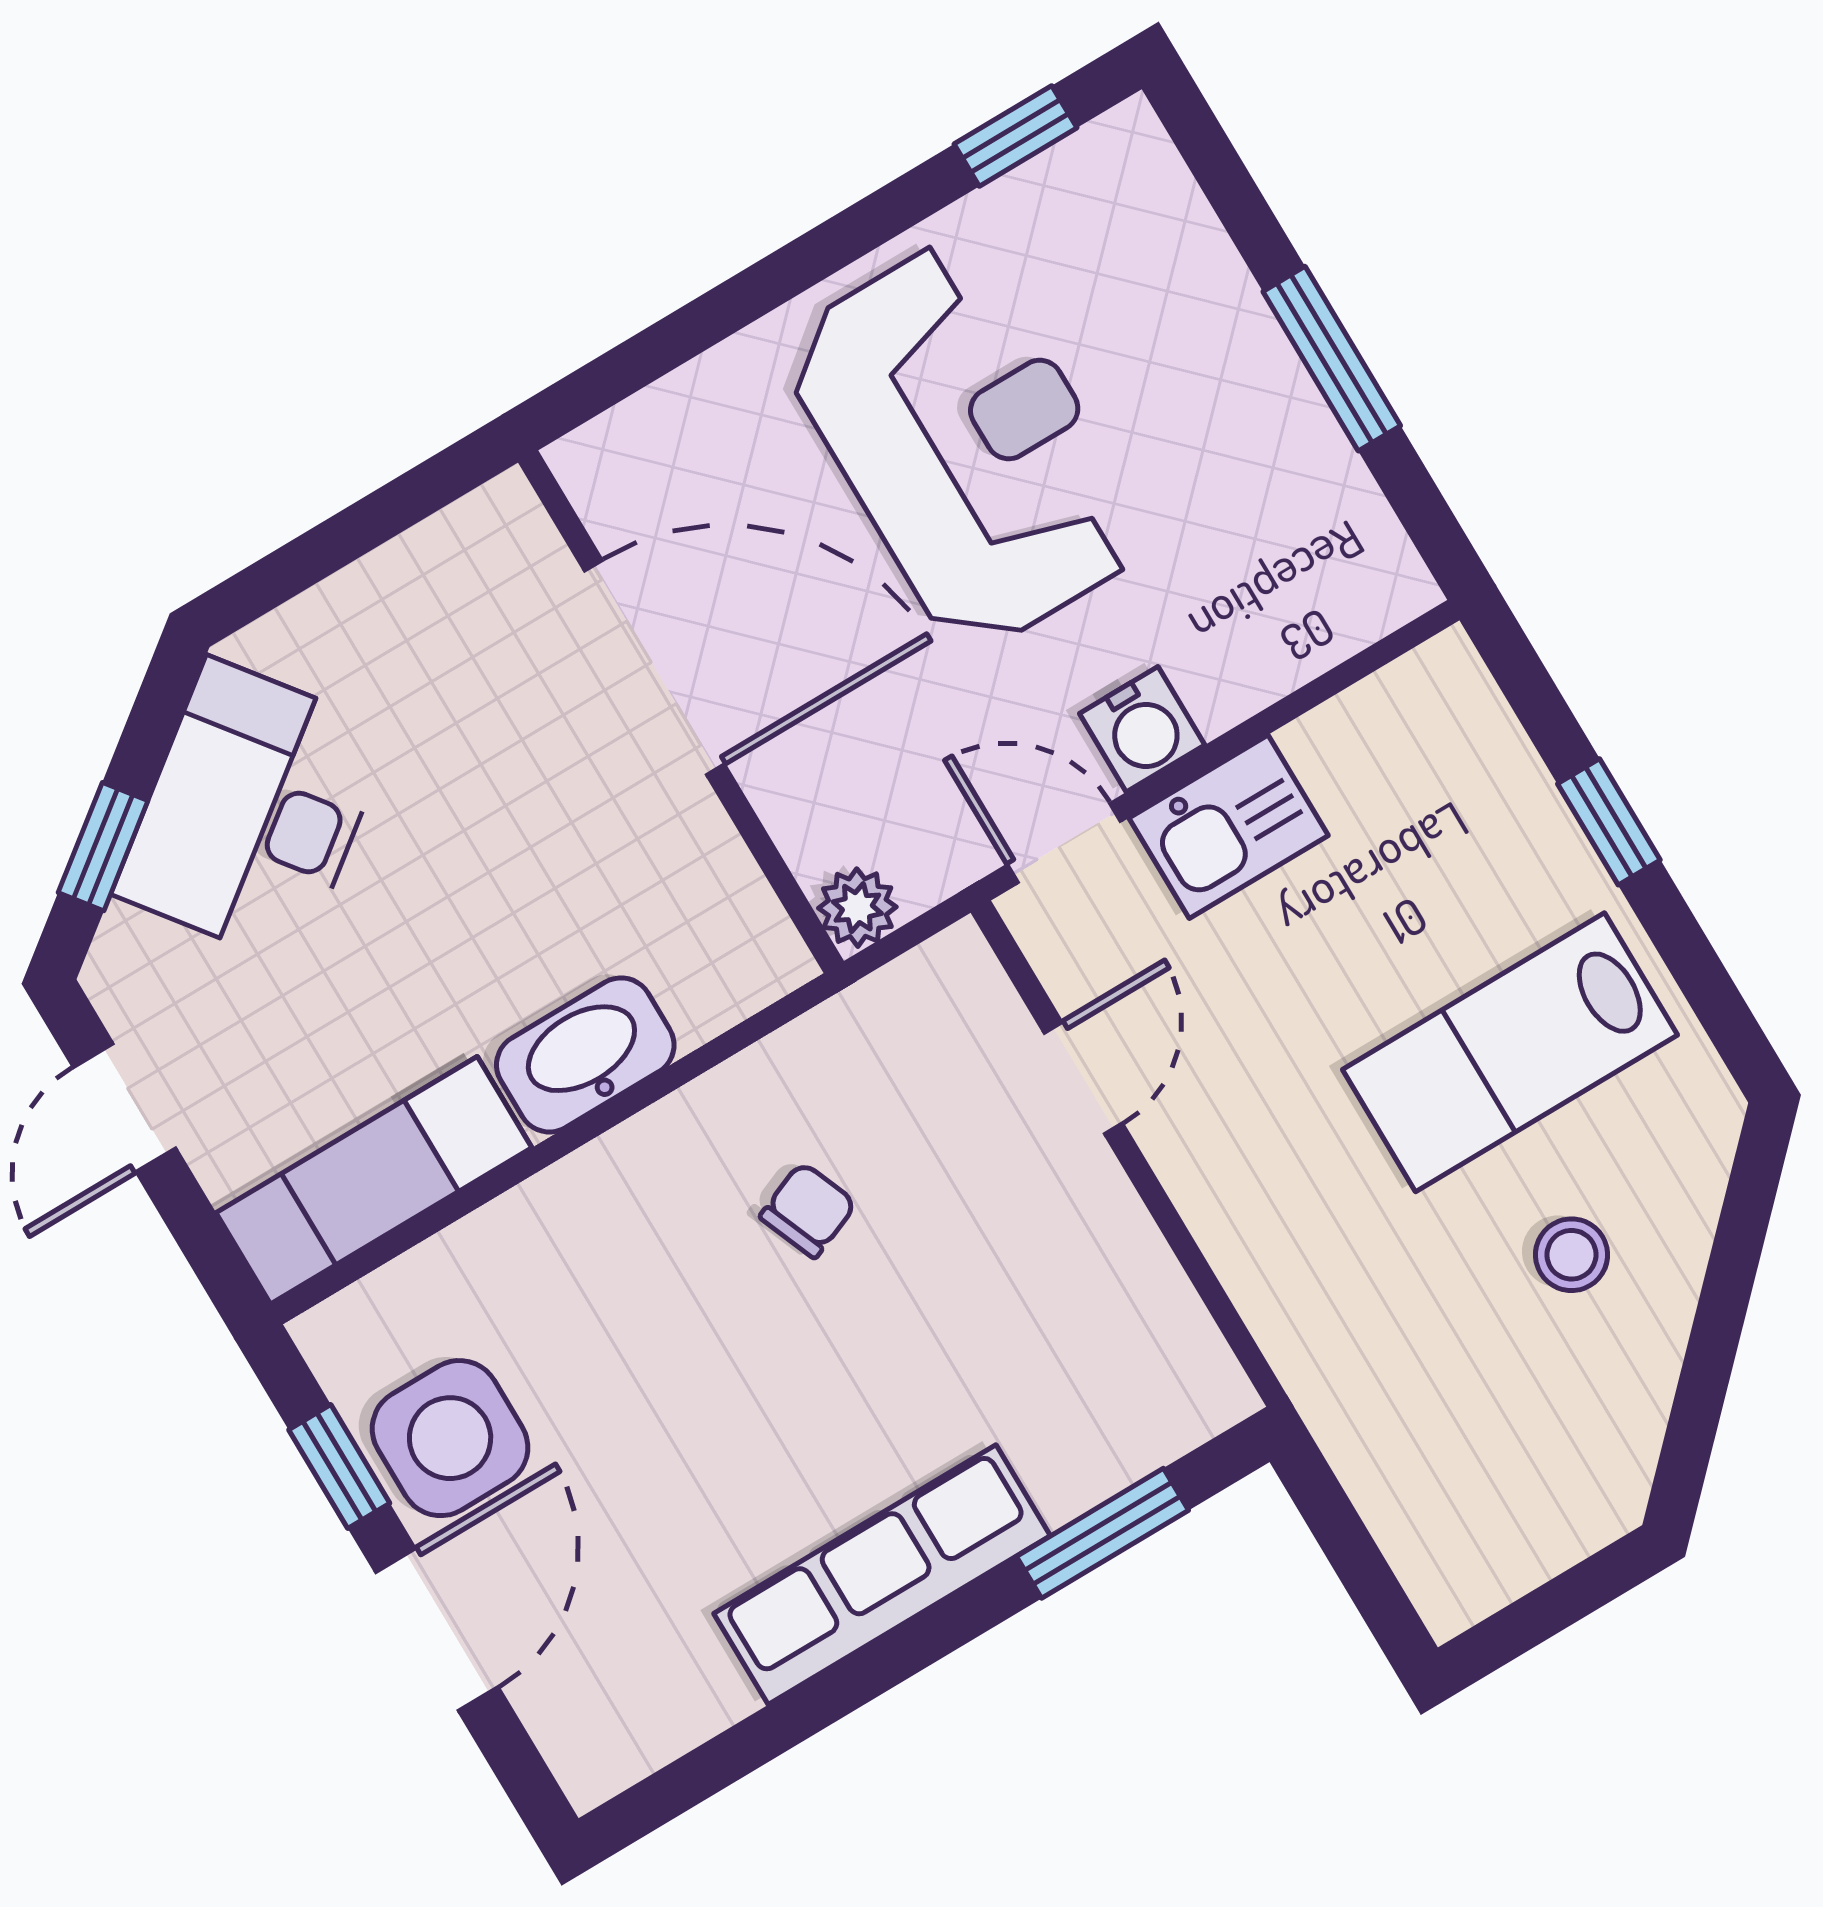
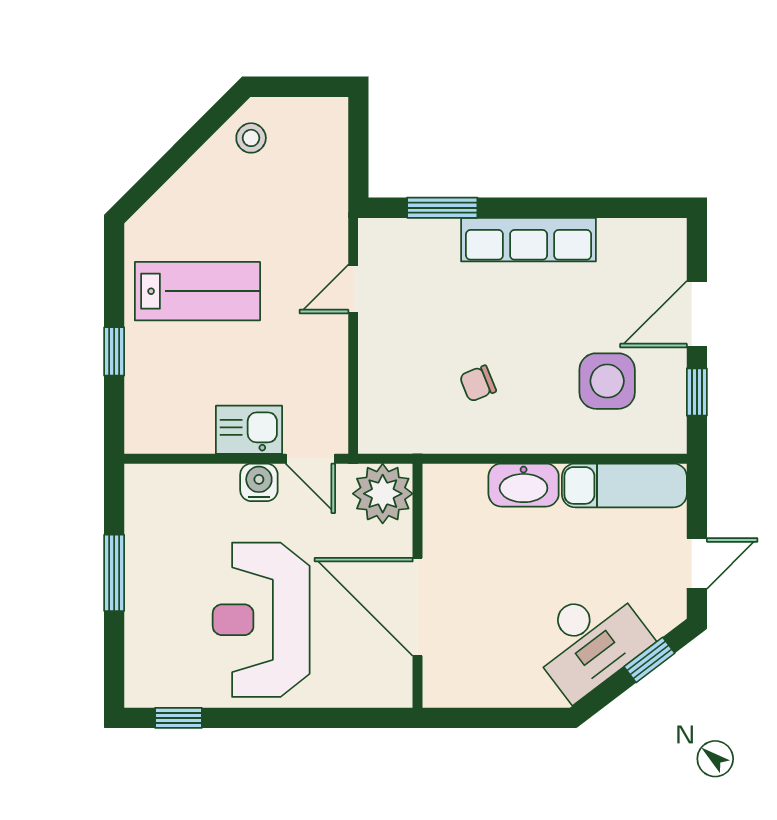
plant: (857, 908) -> (383, 494), width x1.87, depth x1.87
door: (1083, 1078) -> (353, 289), moved
stool: (1571, 1255) -> (251, 138), moved
side table: (450, 1438) -> (607, 381), moved

